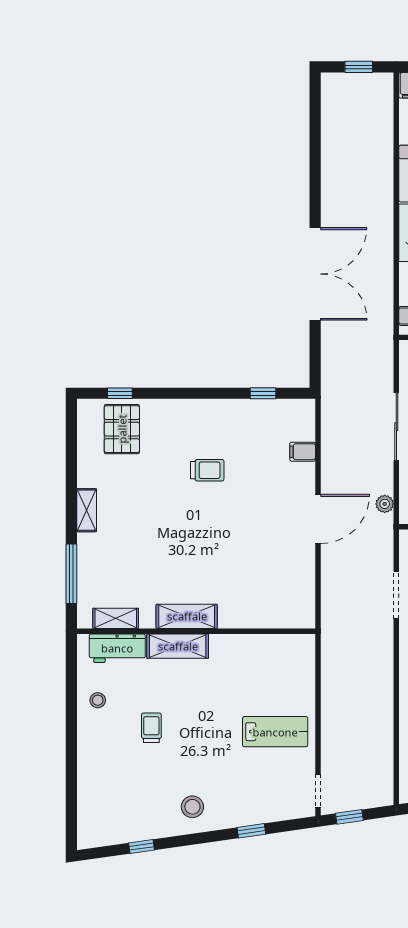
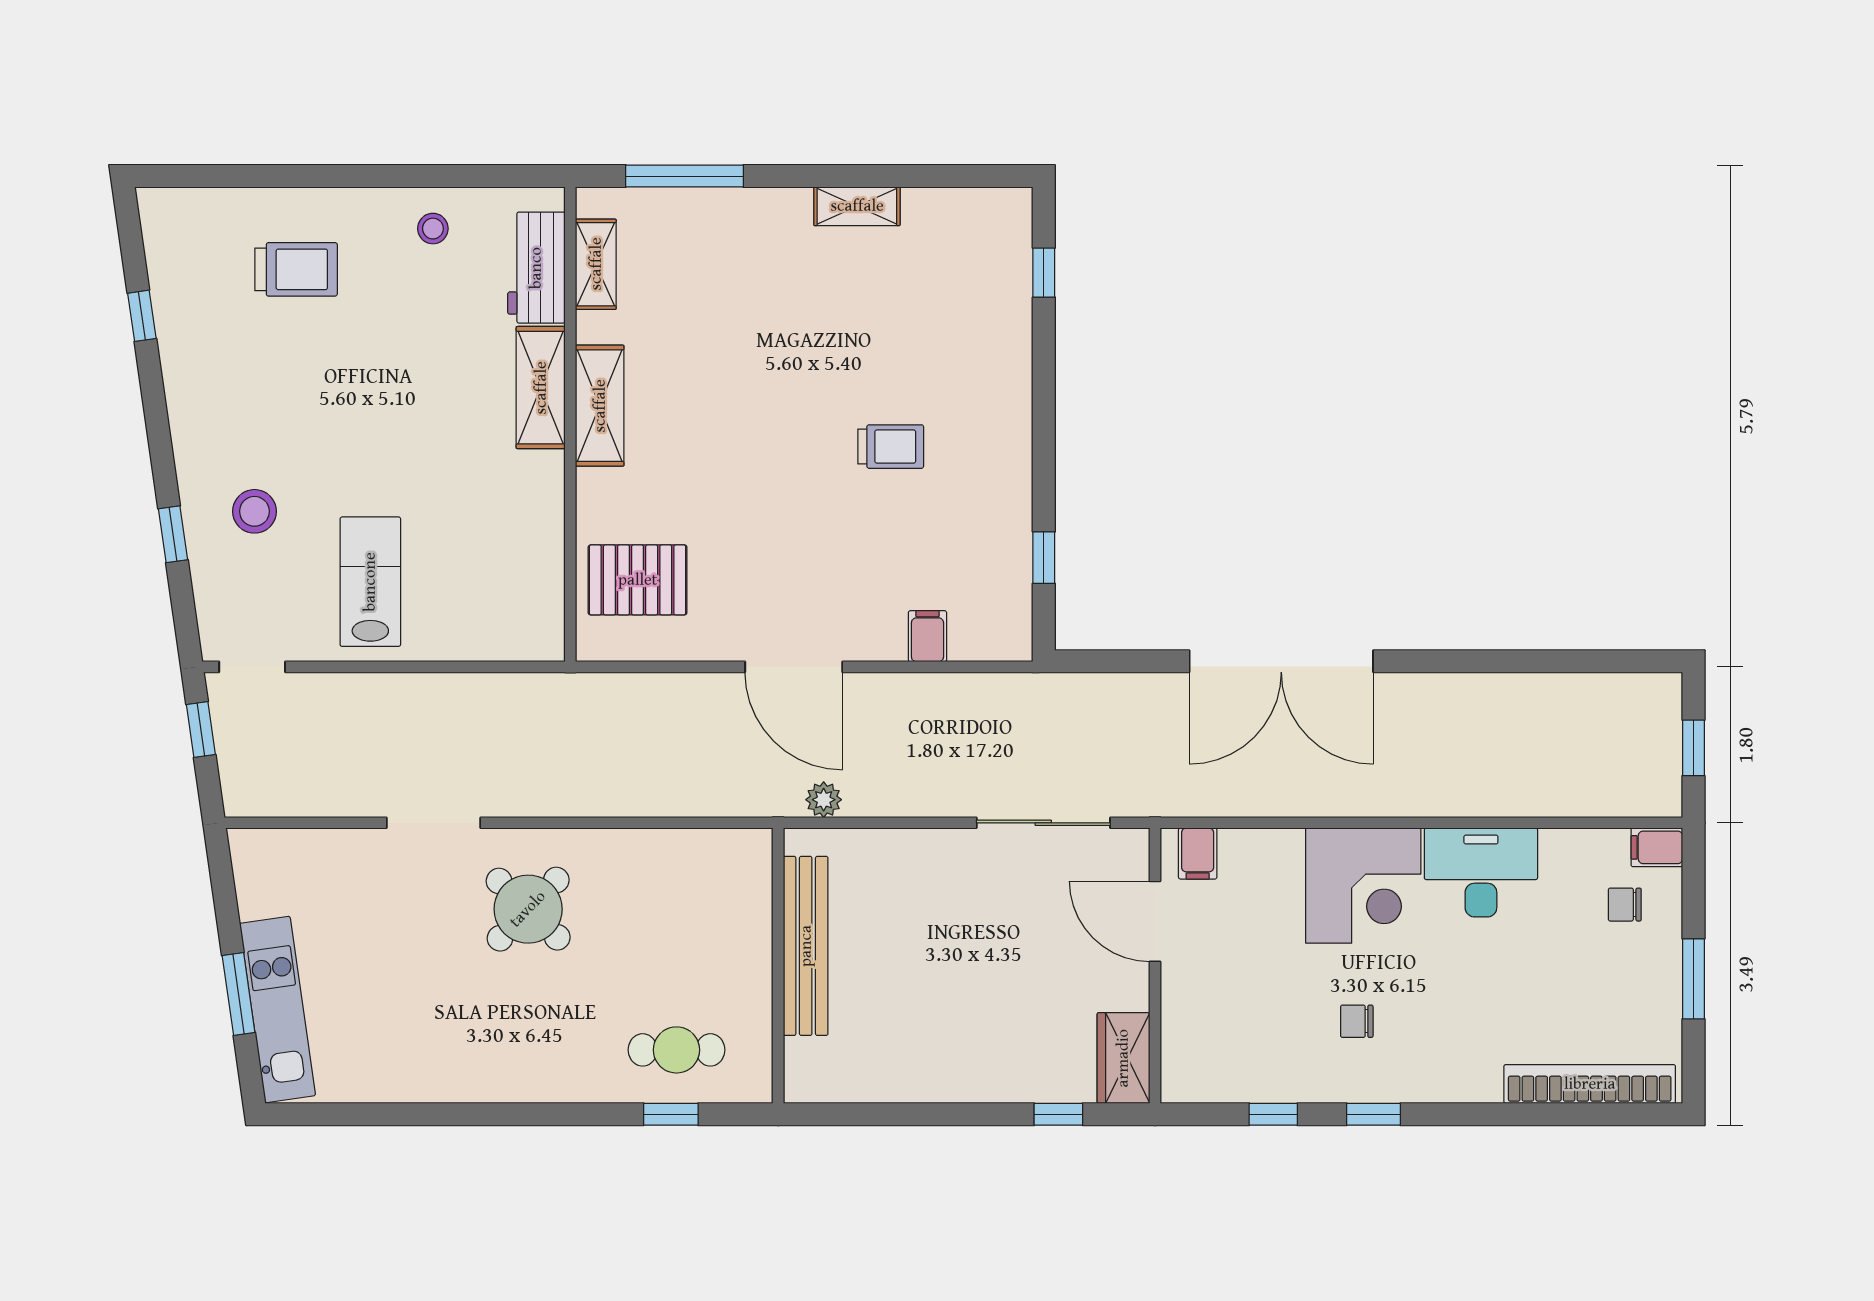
sliding door: (396, 427) -> (1043, 823), moved
pallet: (122, 429) -> (638, 580), moved
trolley: (207, 470) -> (891, 447), turned -90
shelving: (87, 510) -> (857, 206), moved
doorway: (396, 595) -> (433, 823), moved
trolley: (151, 728) -> (296, 269), moved, width x1.36, depth x1.39
lab bench: (275, 732) -> (370, 582), turned 180
stool: (192, 807) -> (254, 511), moved

